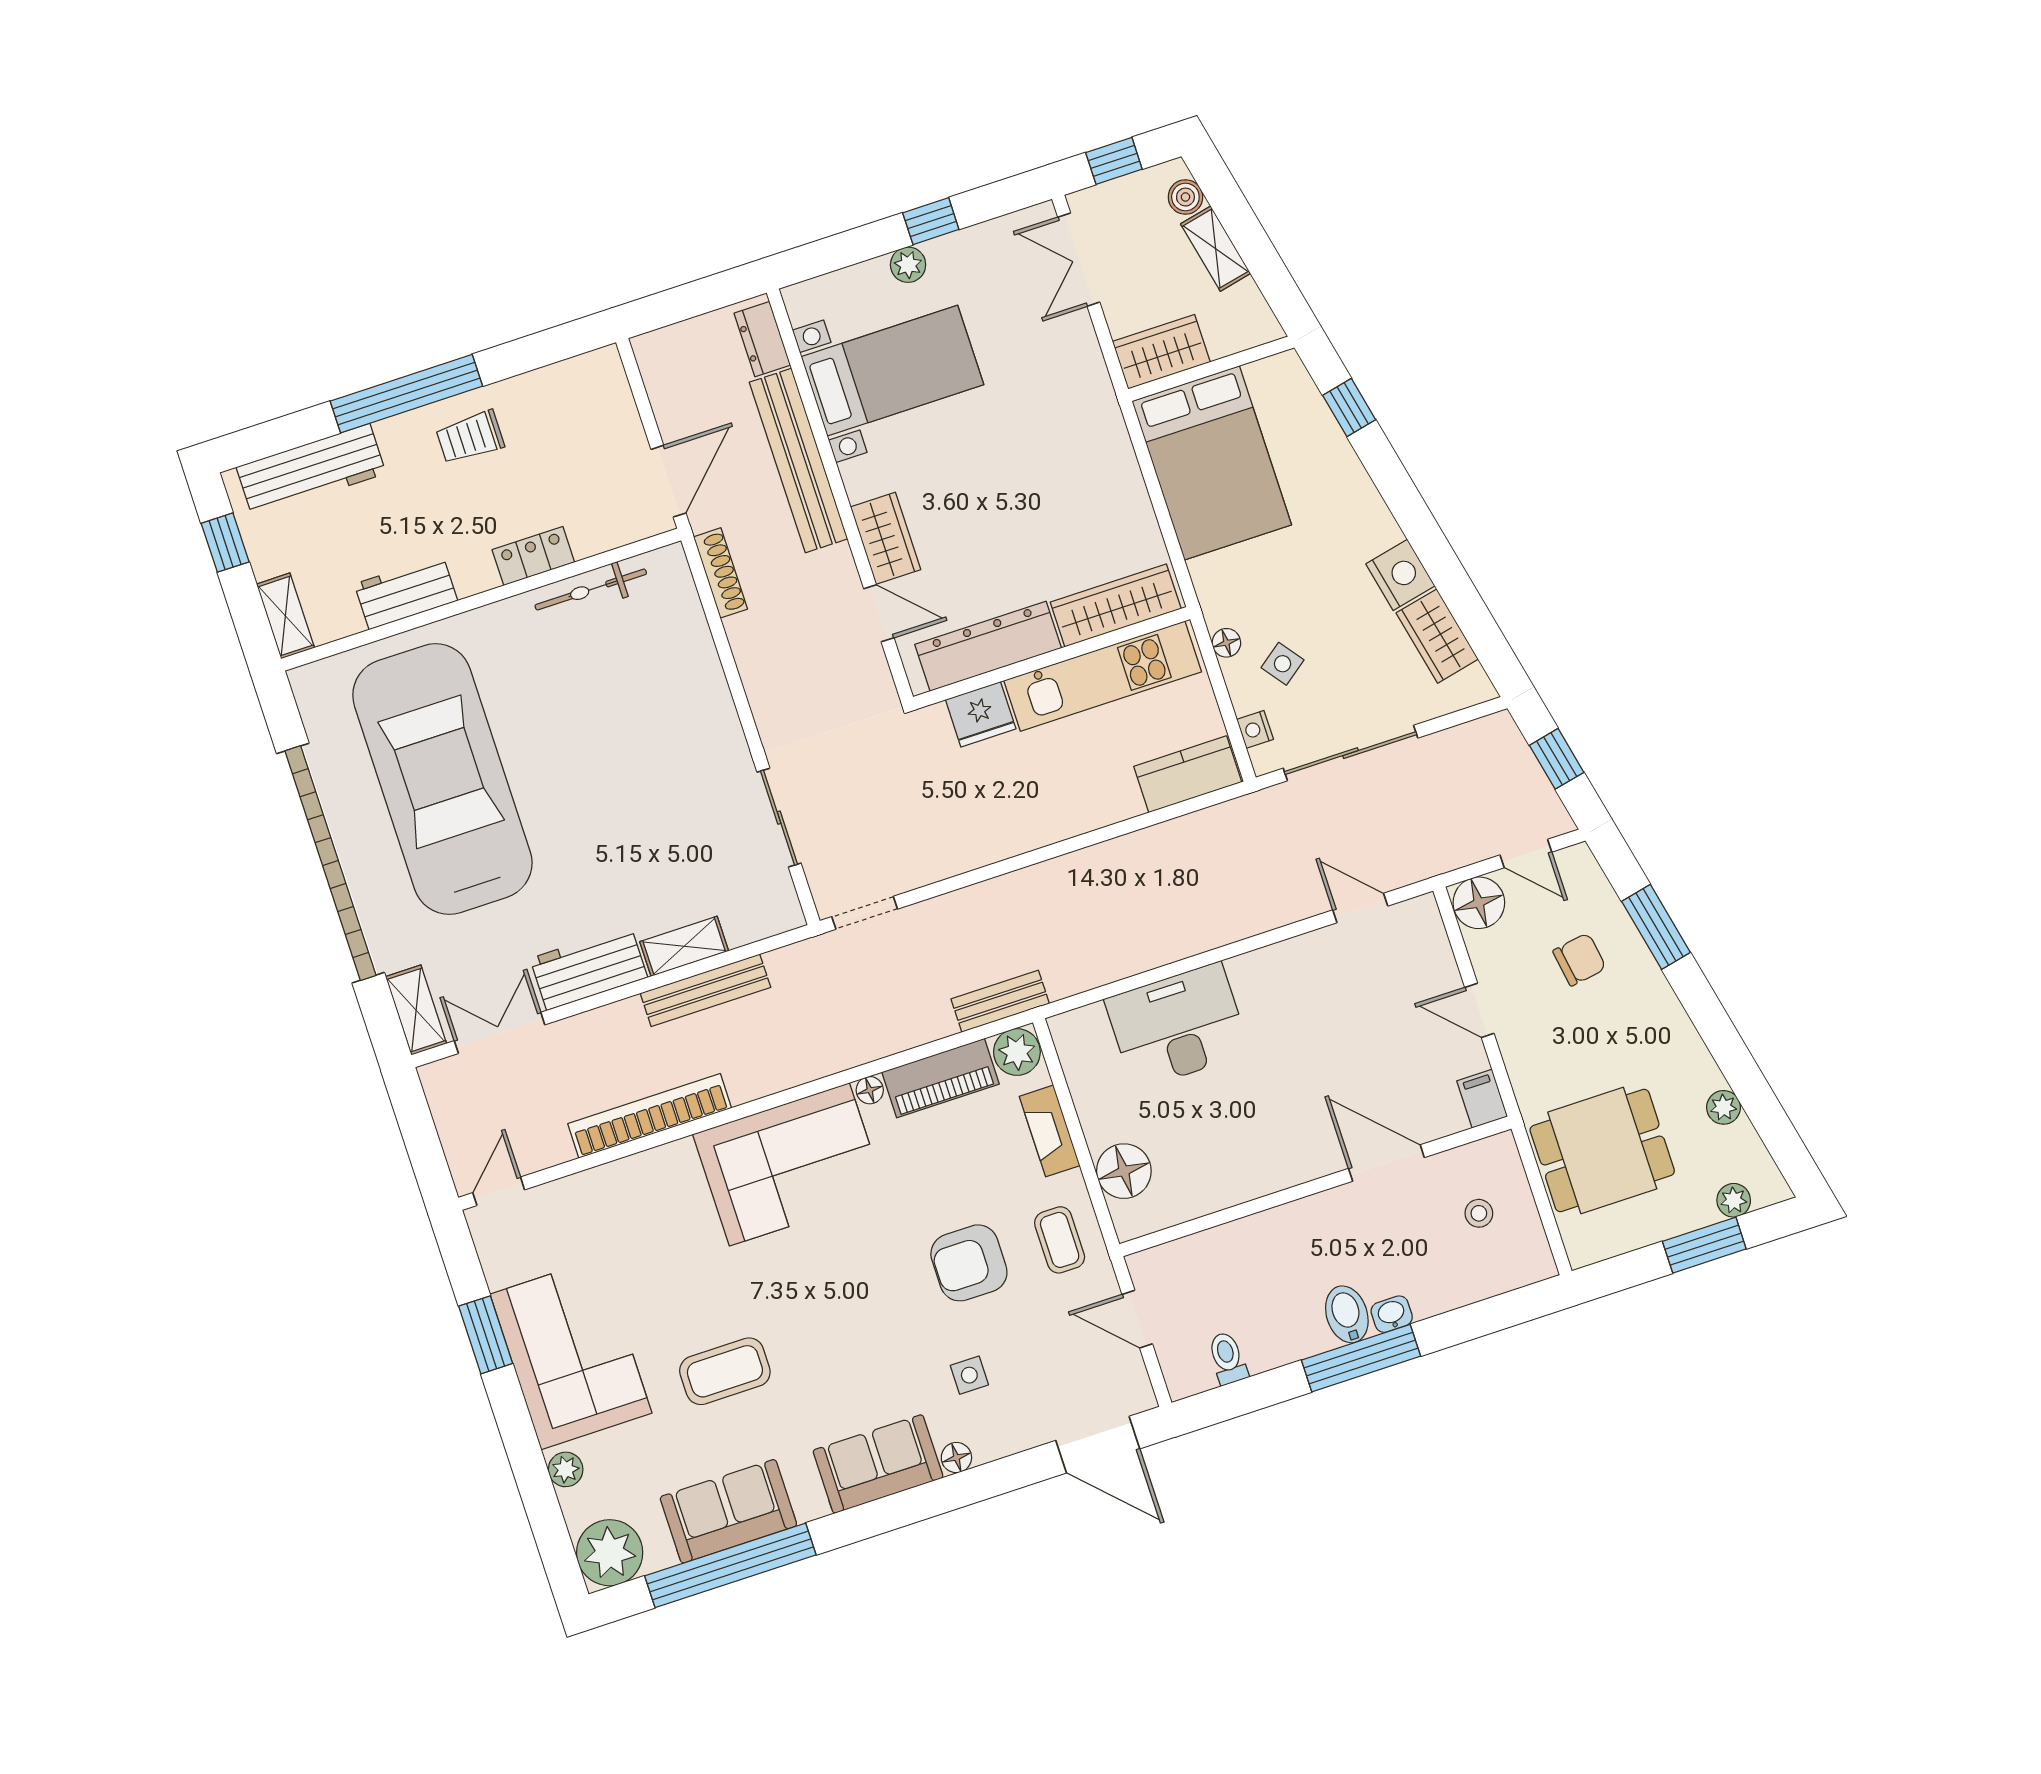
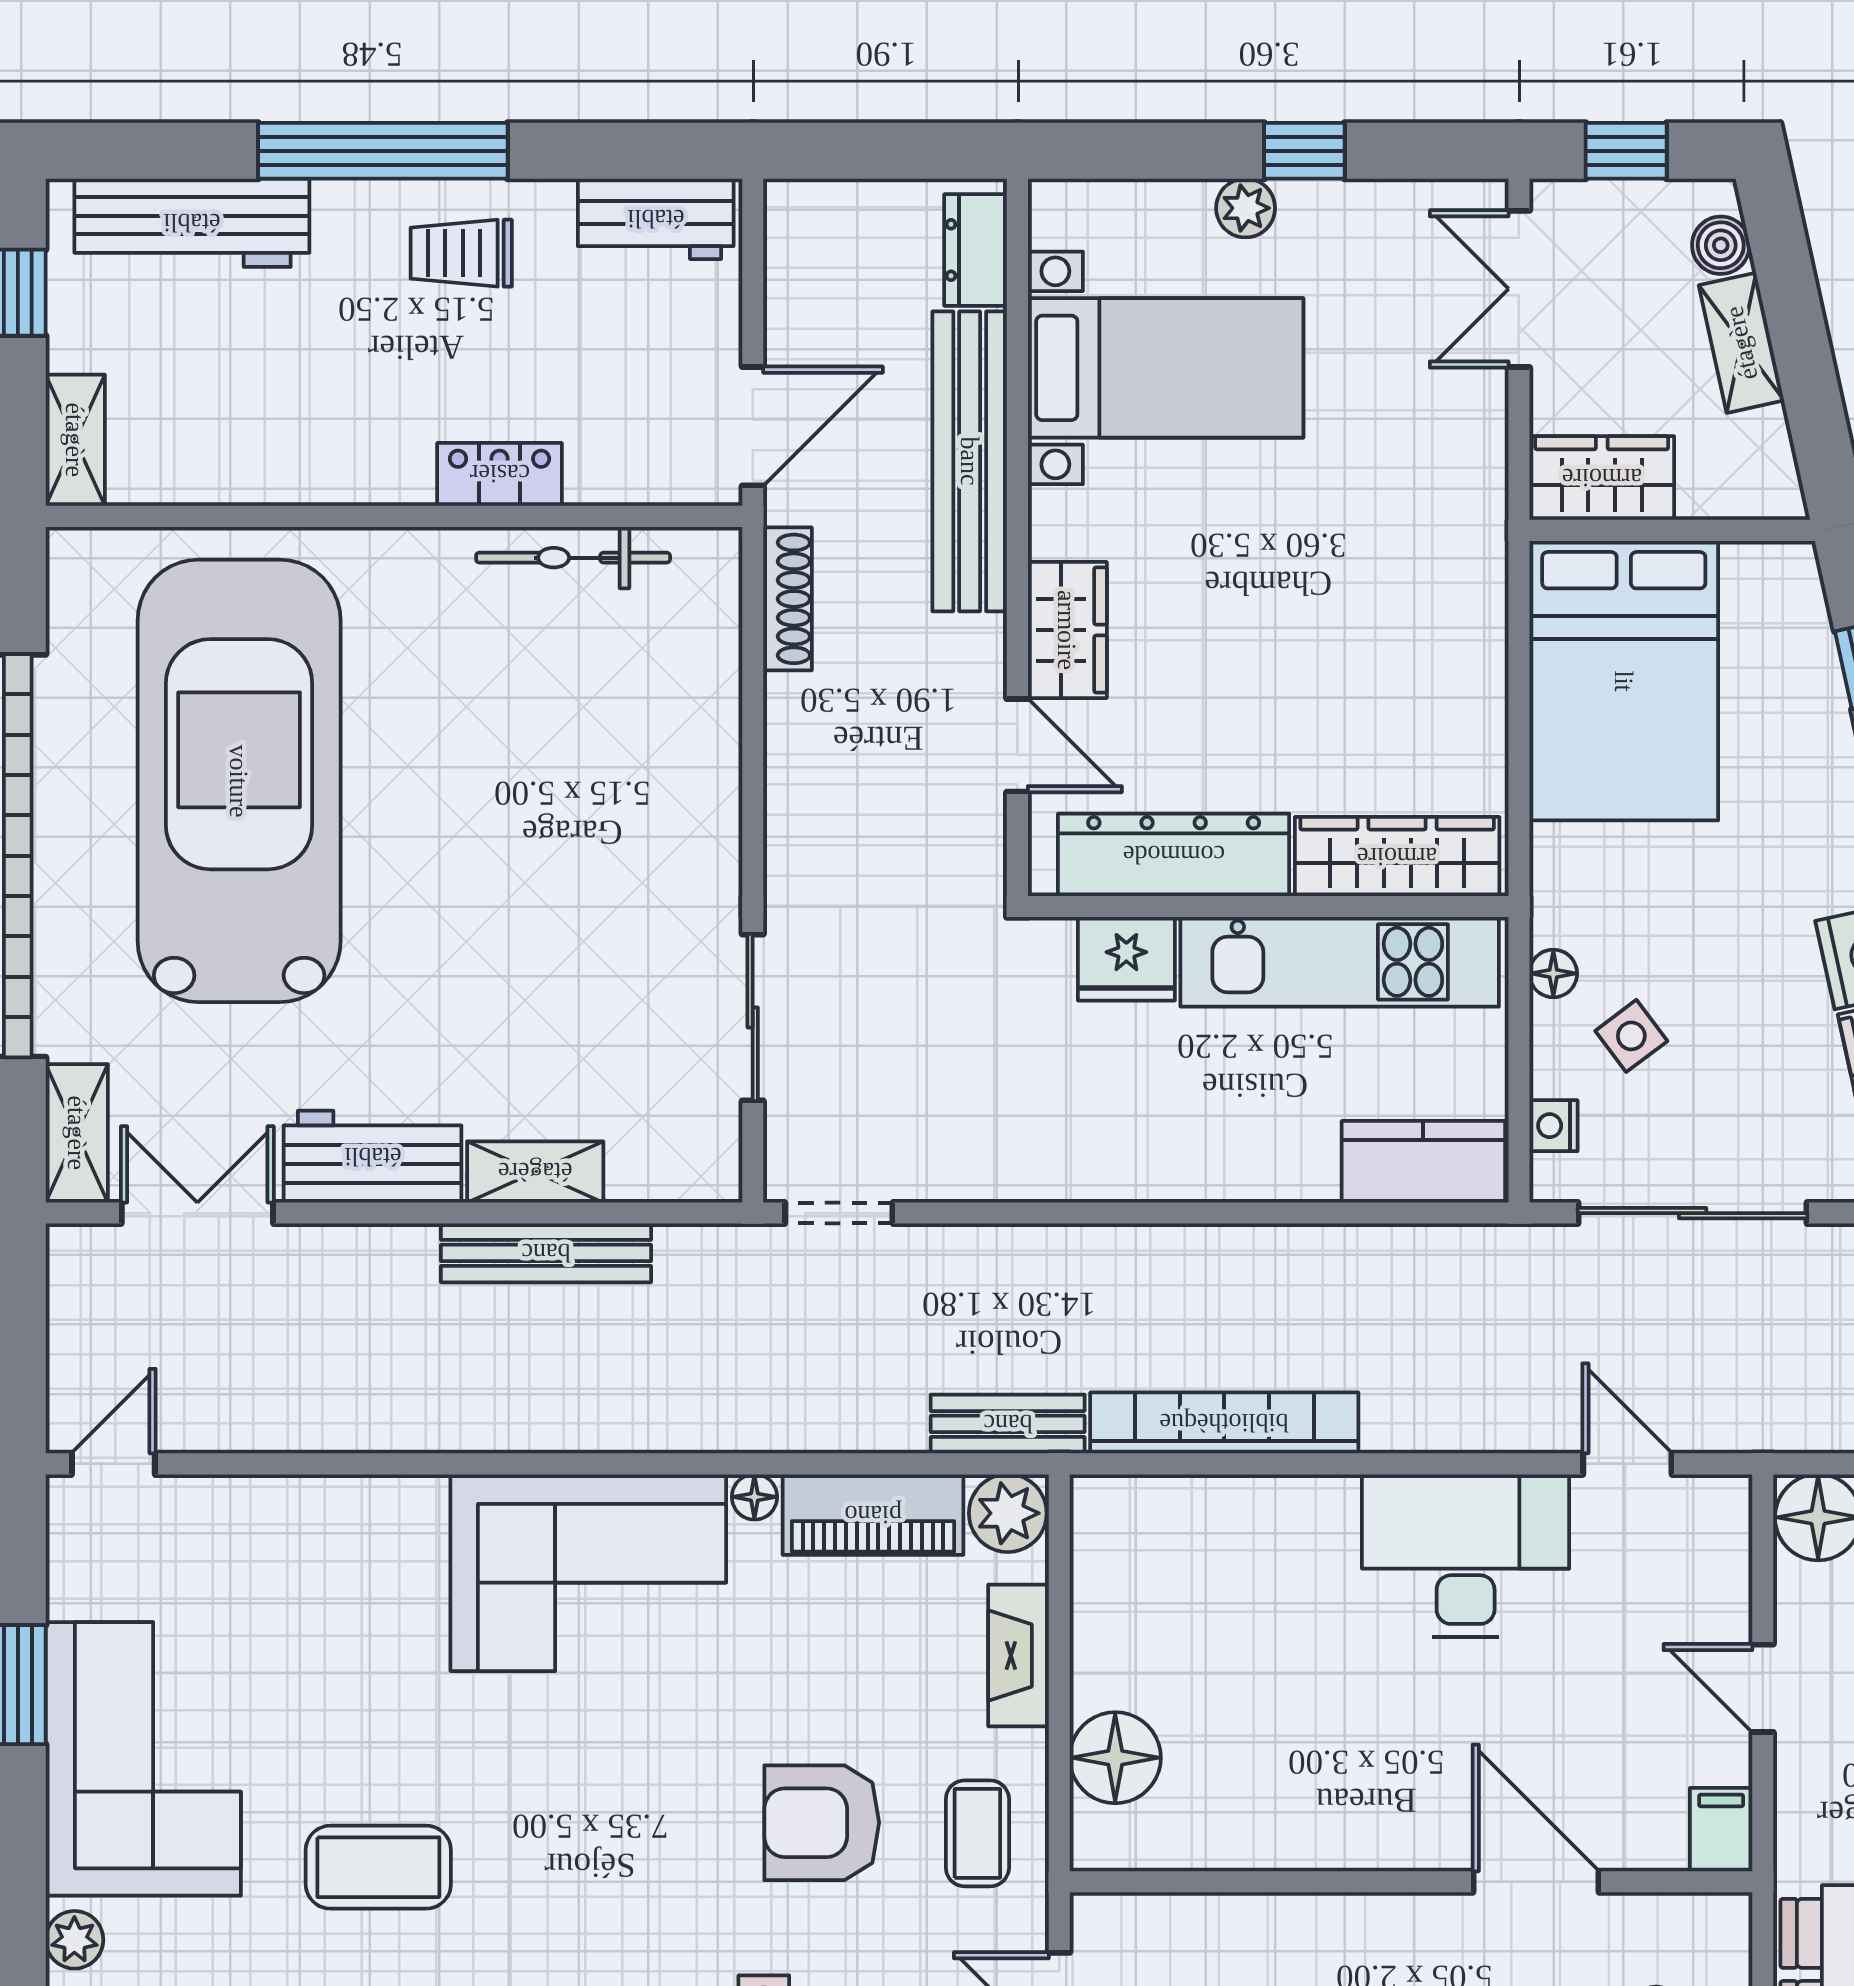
workbench: (406, 592) -> (656, 219), moved, turned 180
desk: (1177, 1026) -> (1466, 1556), moved
bookcase: (650, 1116) -> (1224, 1423), moved

